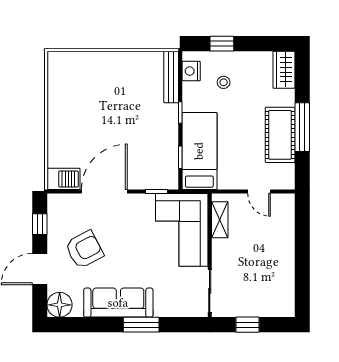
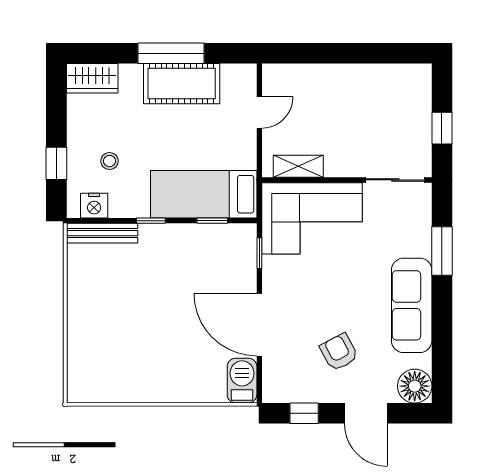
armchair: (84, 250) -> (339, 352), width x0.72, depth x0.72
window: (141, 325) -> (442, 251), moved

